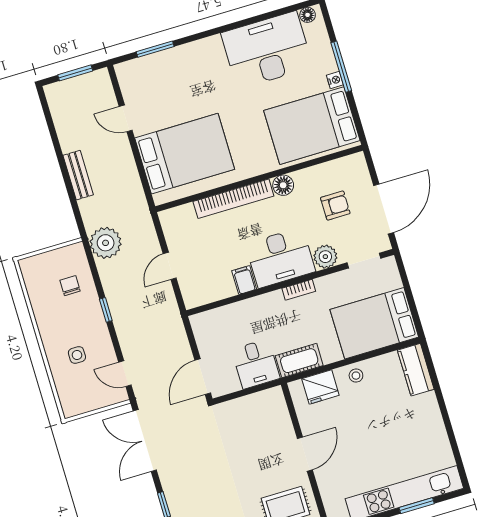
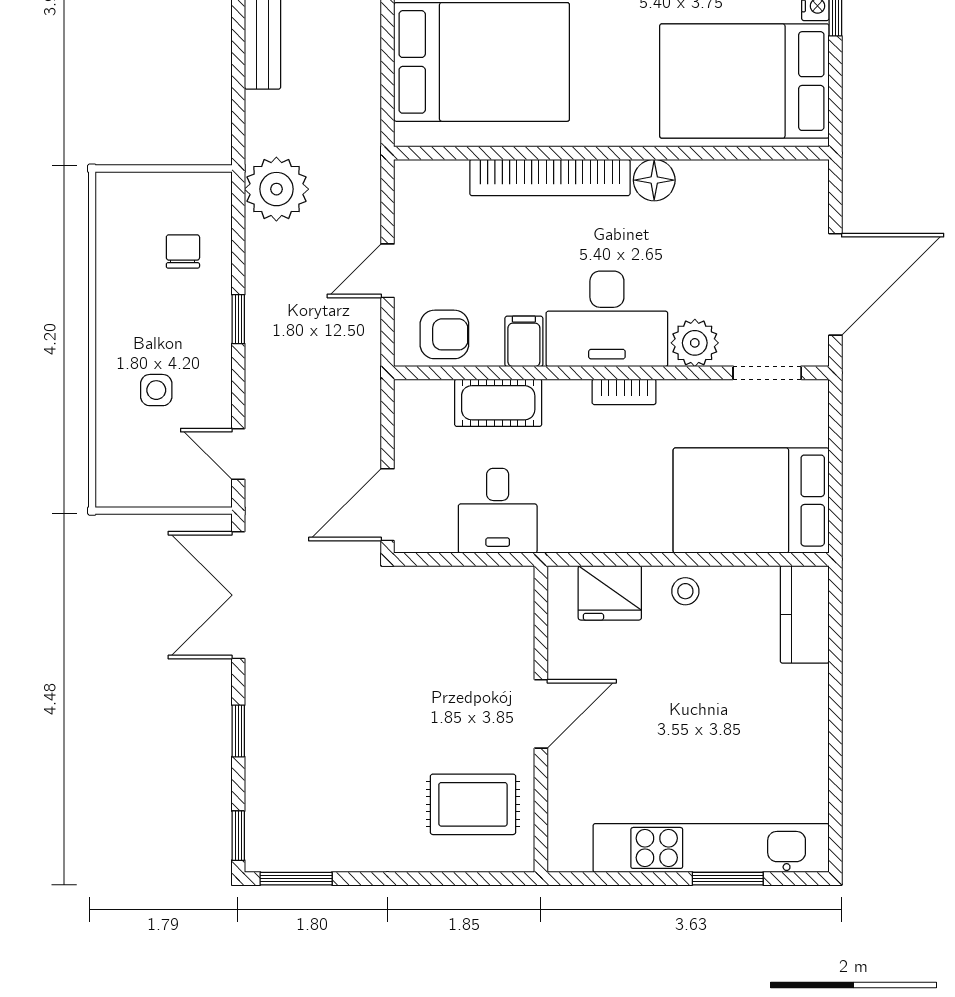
armchair: (335, 205) -> (444, 334), moved
cot: (299, 361) -> (498, 403), moved

